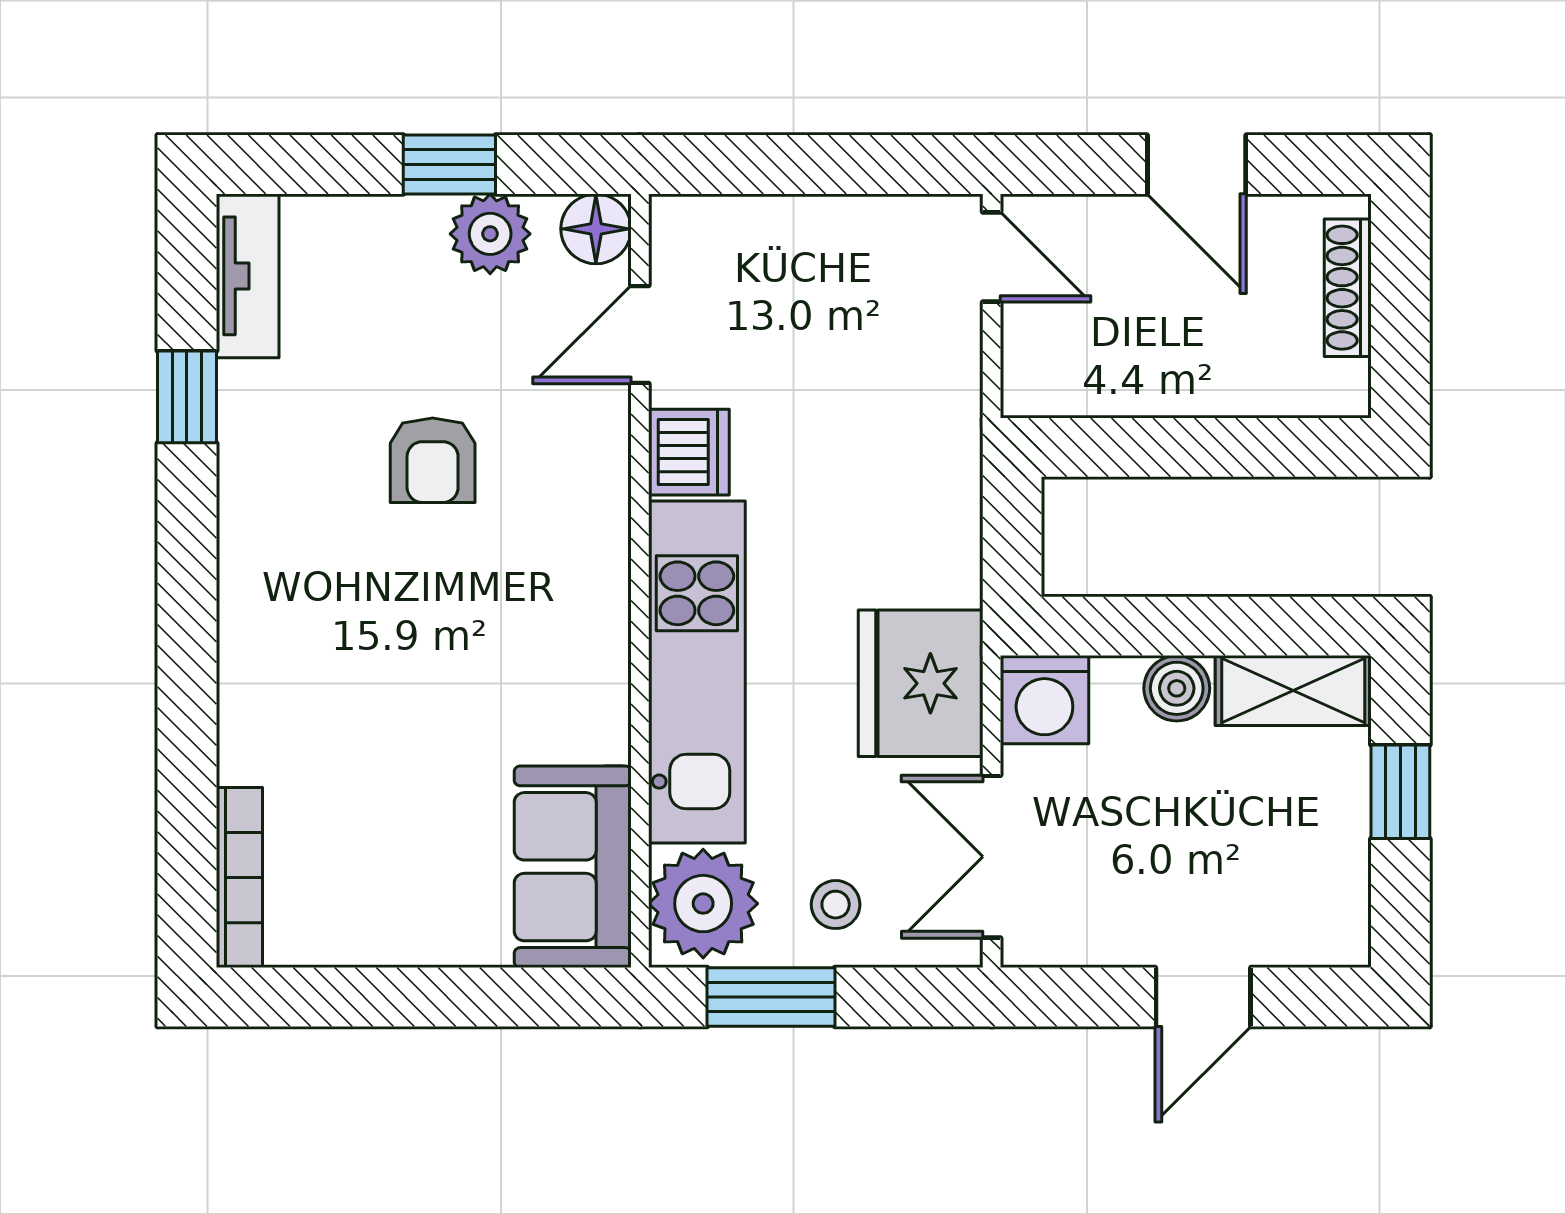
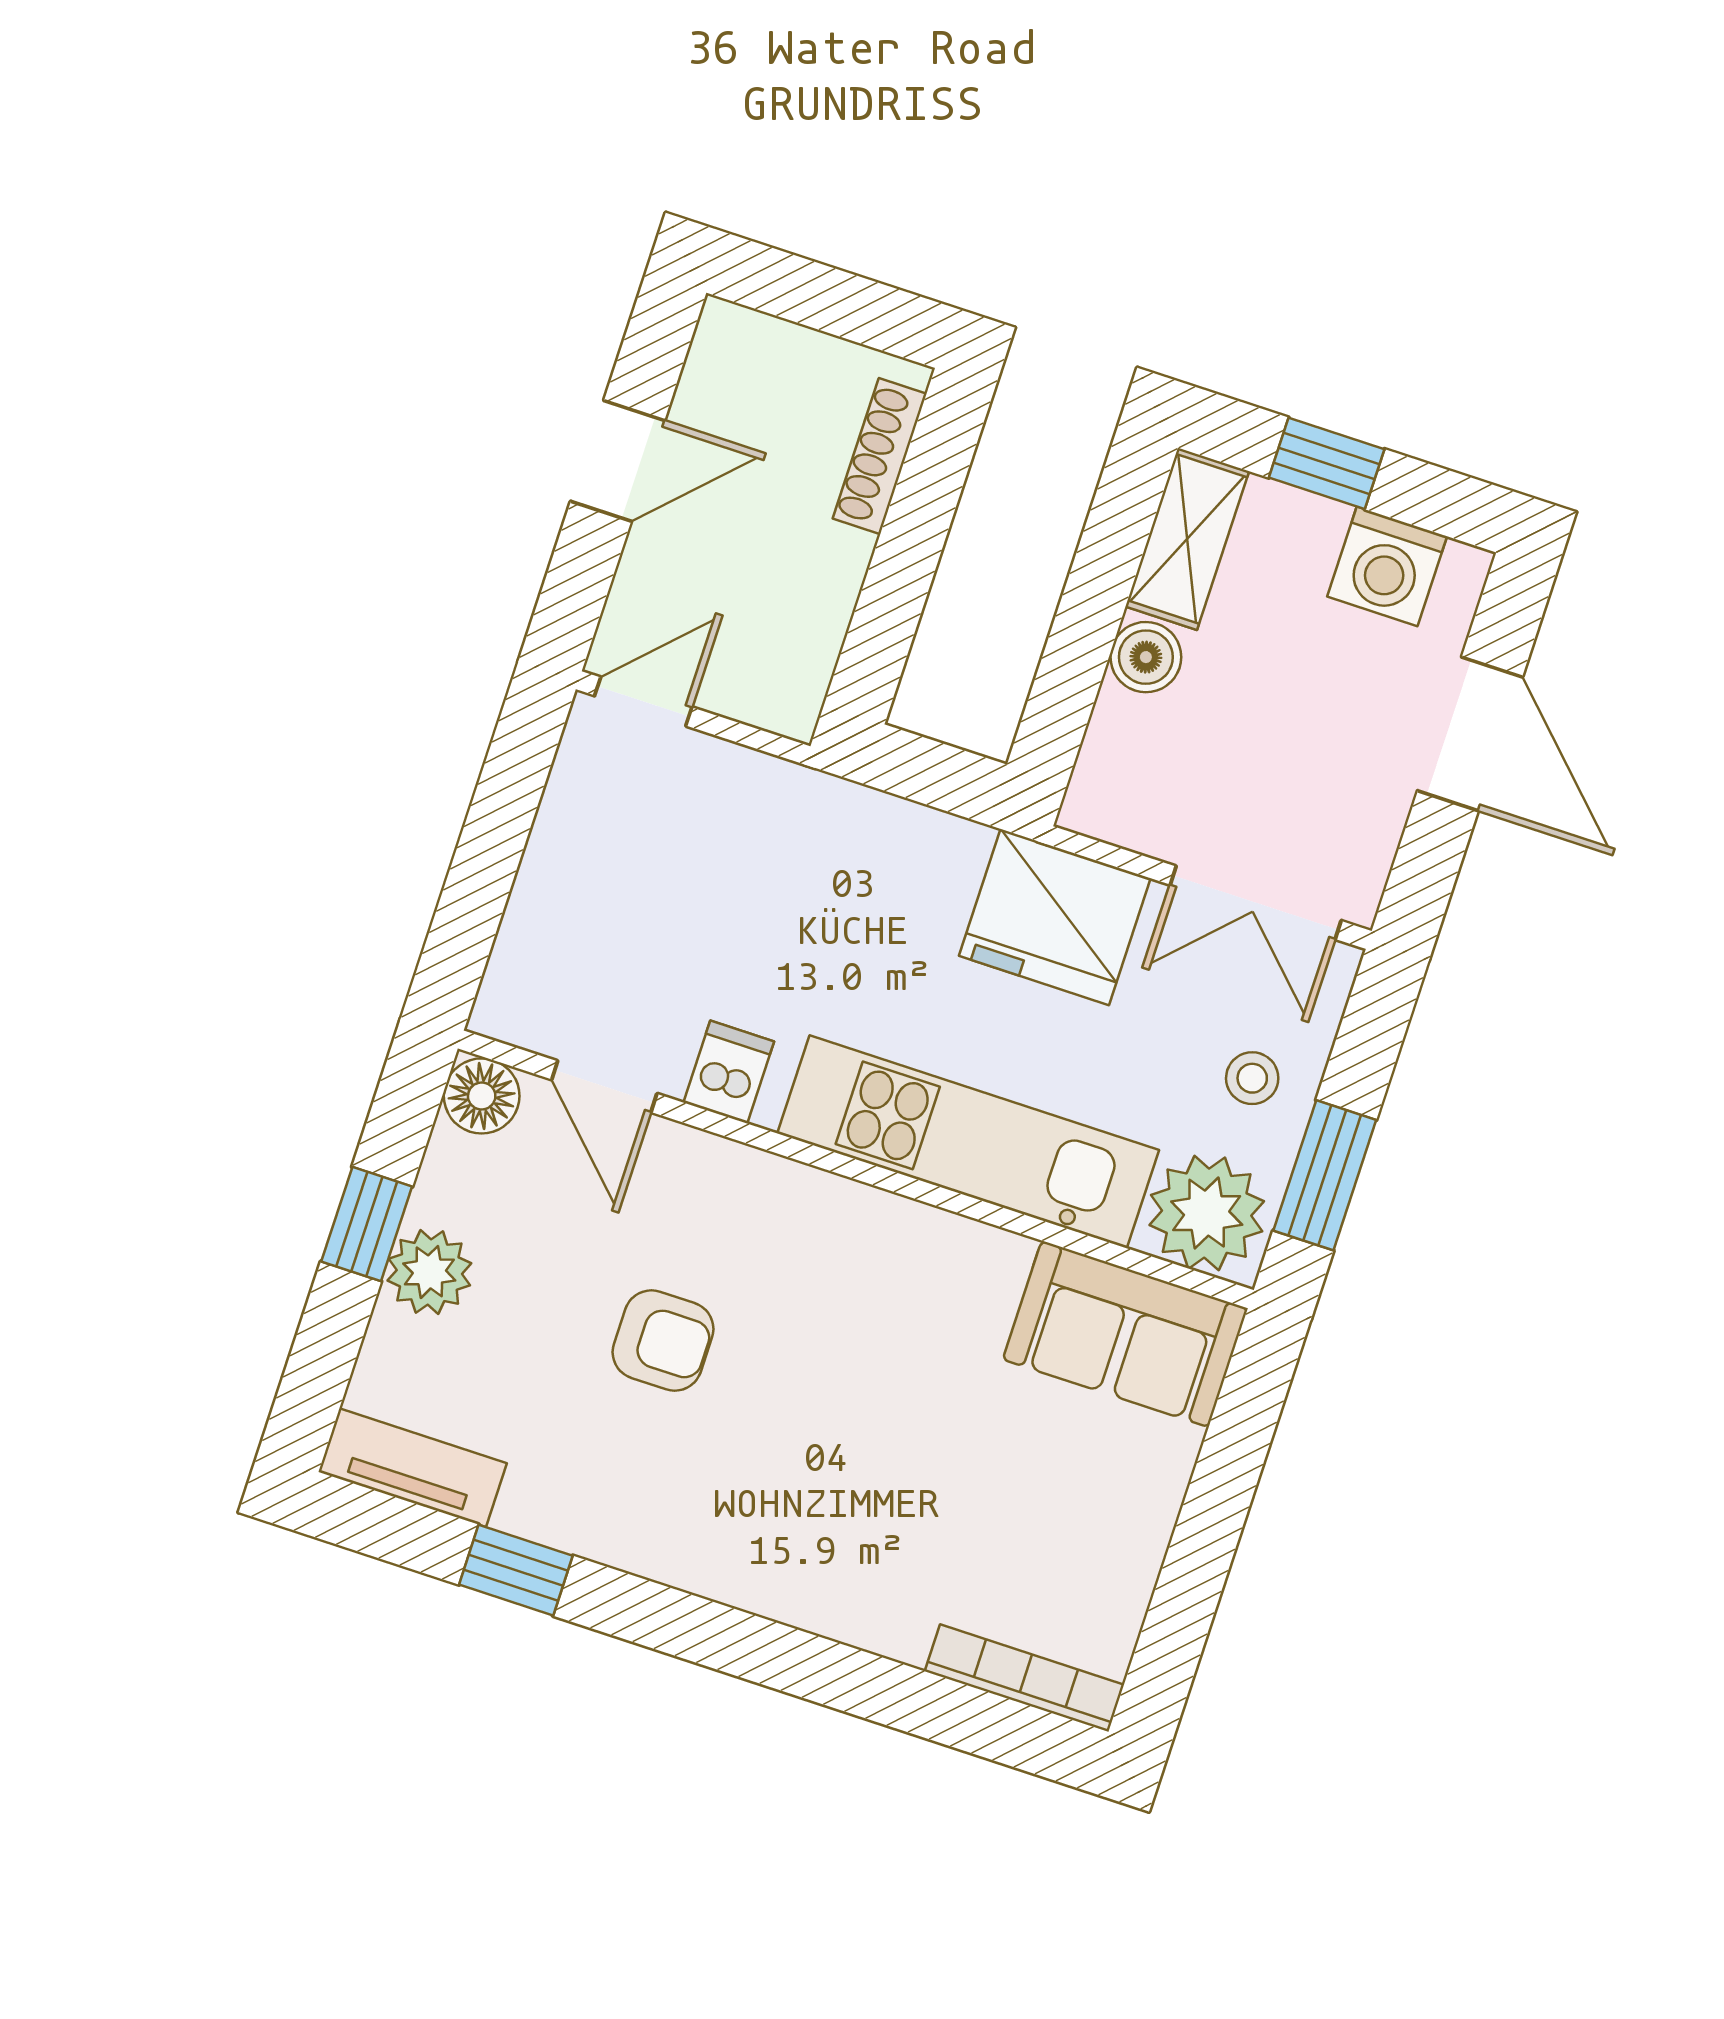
plant: (490, 234) -> (429, 1272), moved
shoe rack: (1348, 288) -> (880, 456), moved, turned 90
dishwasher: (689, 452) -> (729, 1072), width x0.73
washing machine: (1044, 700) -> (1387, 566), moved, turned 90
door: (1203, 997) -> (1470, 734), width x1.38

